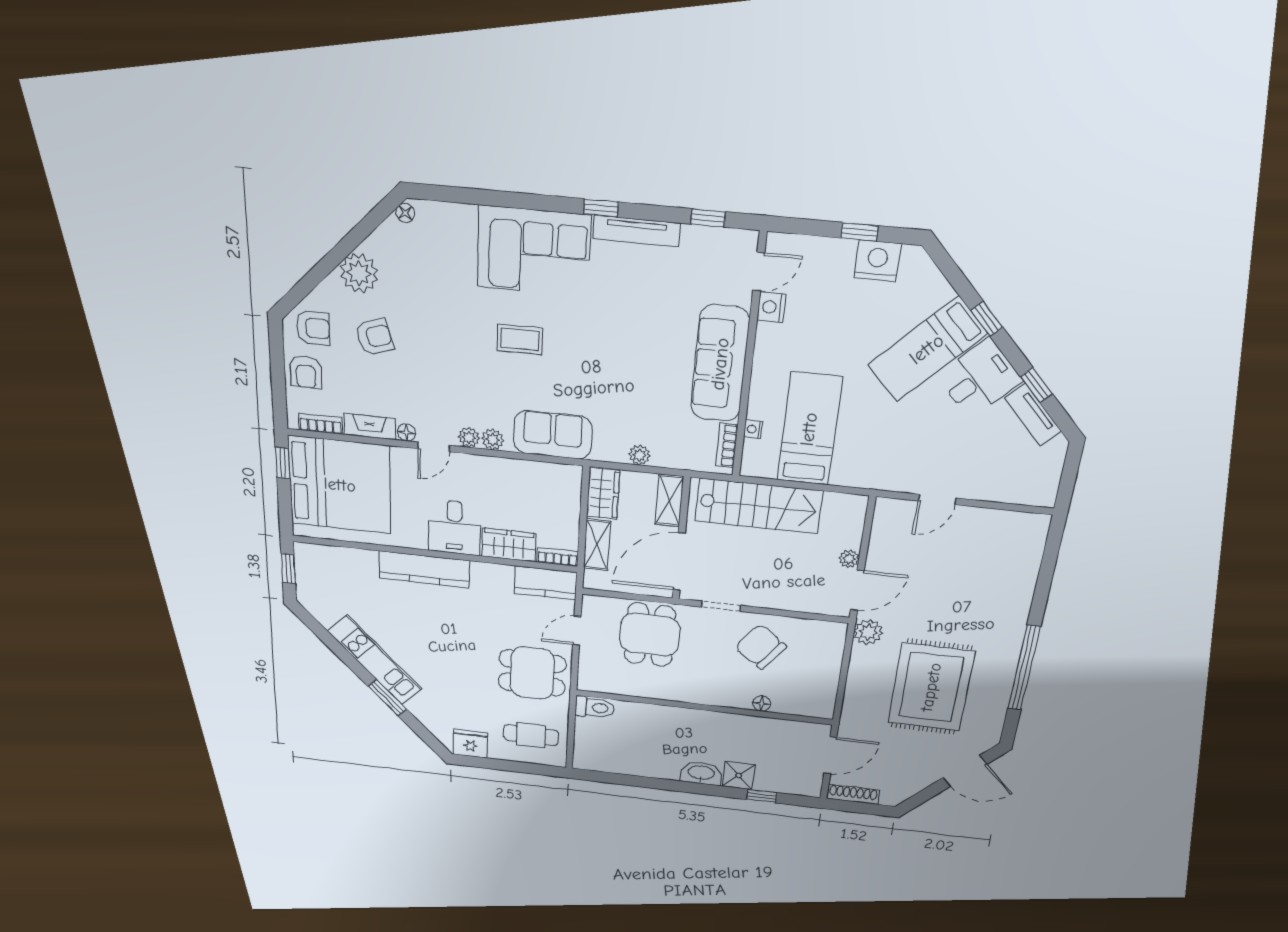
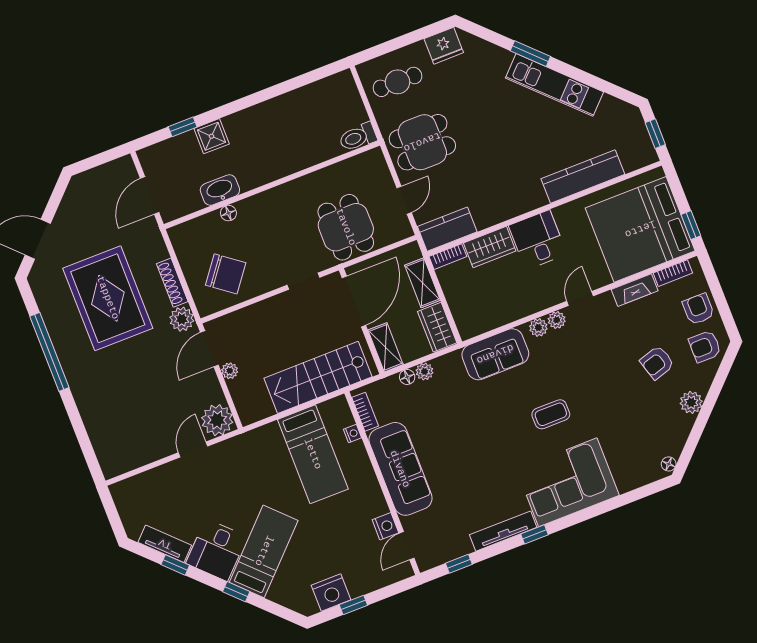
plant: (359, 273) -> (691, 402), width x0.73, depth x0.73
floor lamp: (406, 432) -> (407, 377), moved
plant: (892, 516) -> (217, 420), added
kitchen counter: (424, 569) -> (583, 176), moved
chair: (761, 647) -> (226, 274), moved
washbasin: (701, 773) -> (220, 190), moved, turned 180
shoe rack: (853, 794) -> (172, 283), moved, turned 90

